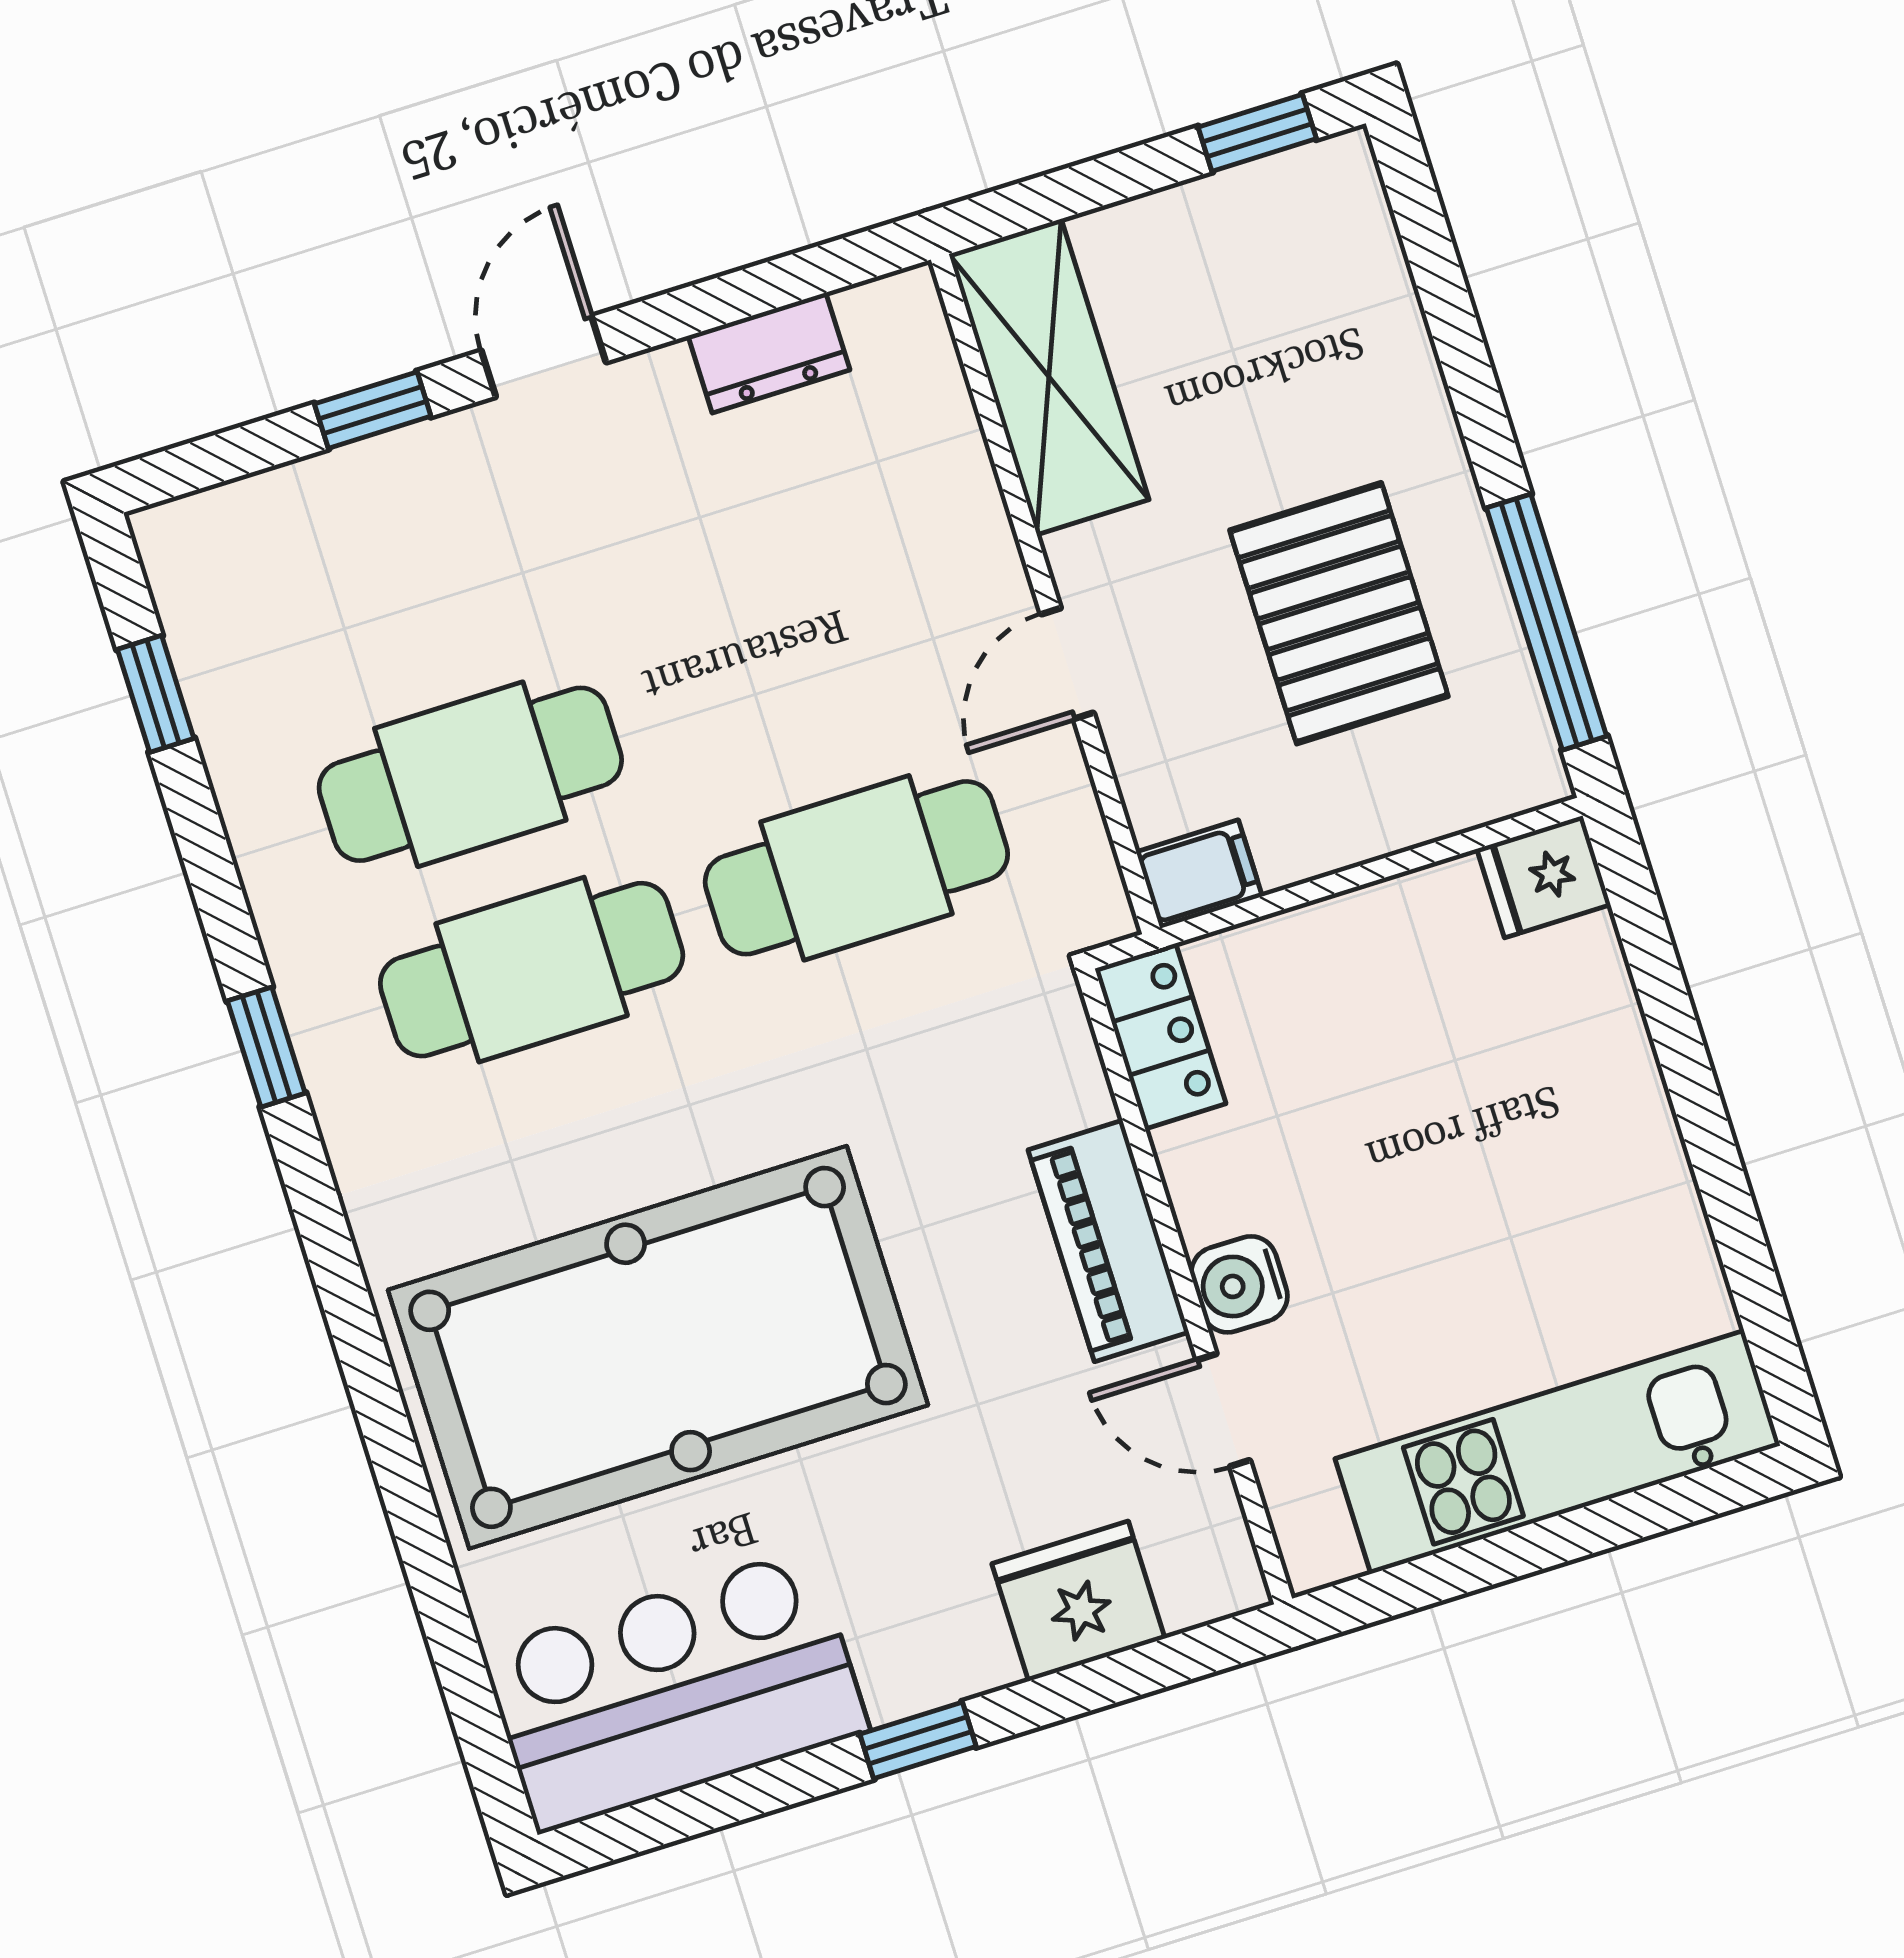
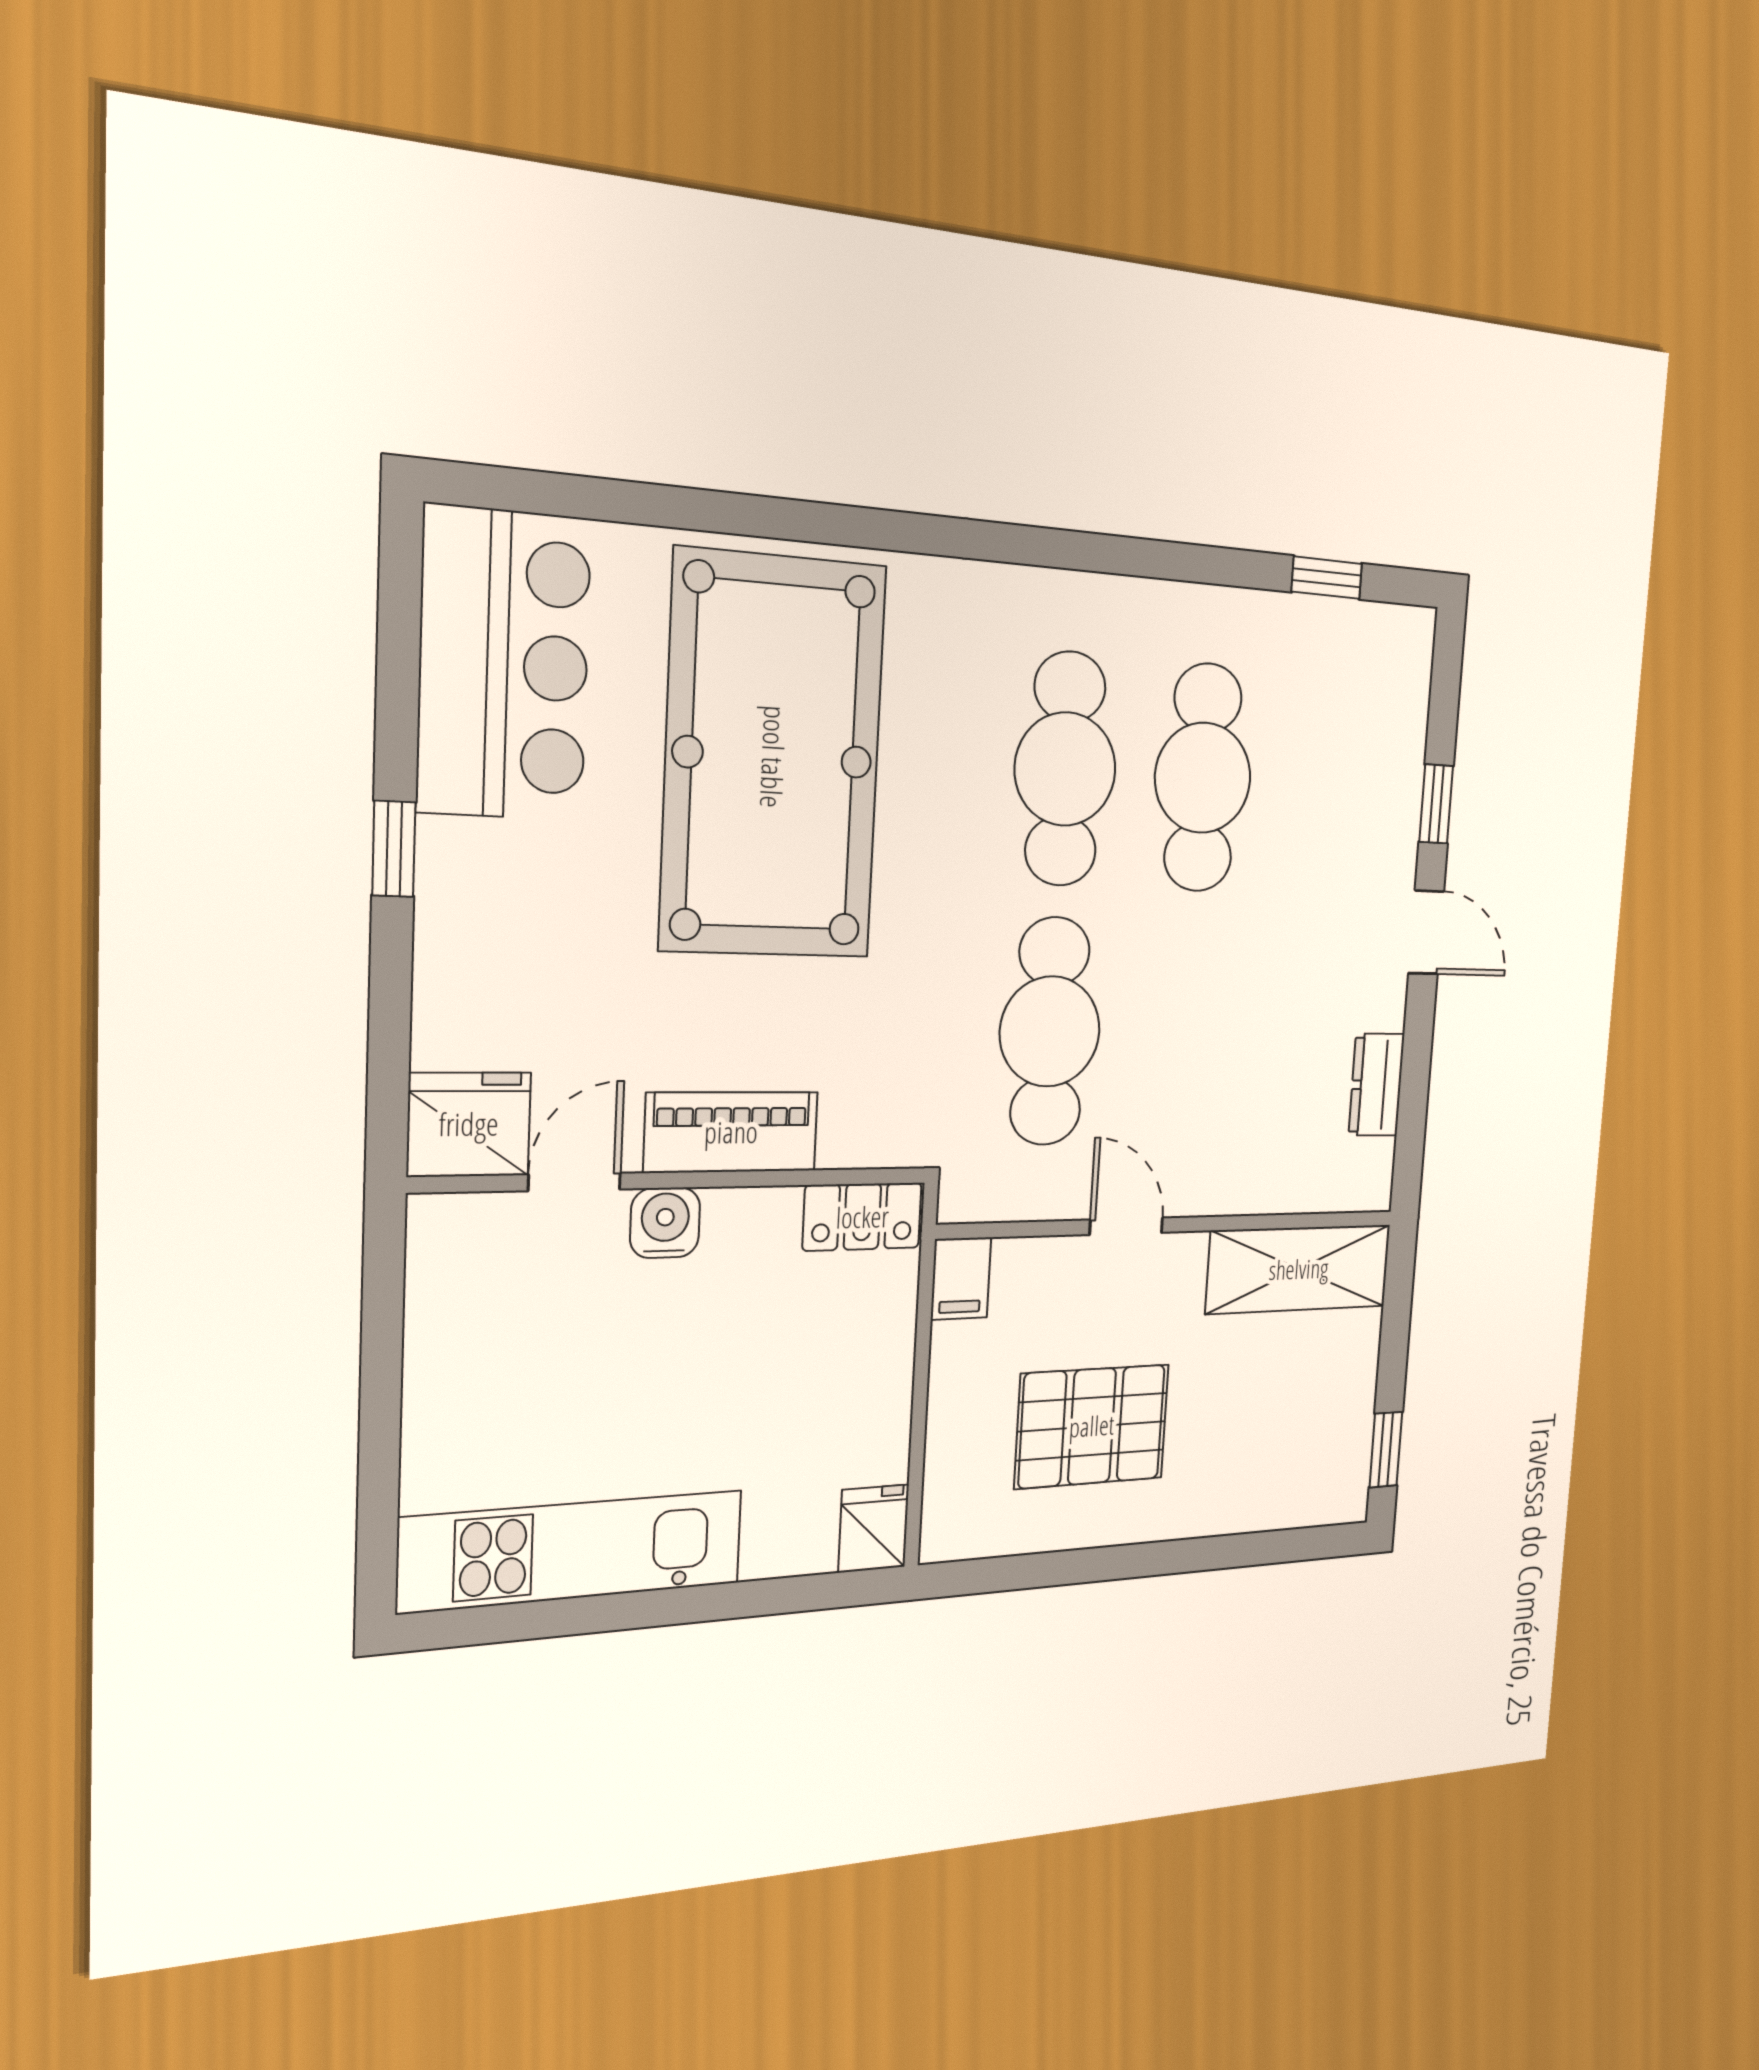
window: (1547, 622) -> (1037, 1570), removed
window: (266, 1047) -> (1082, 551), removed
kitchen unit: (1558, 1452) -> (573, 1551), moved, turned -90
fridge: (1078, 1601) -> (469, 1124), moved, turned -90

